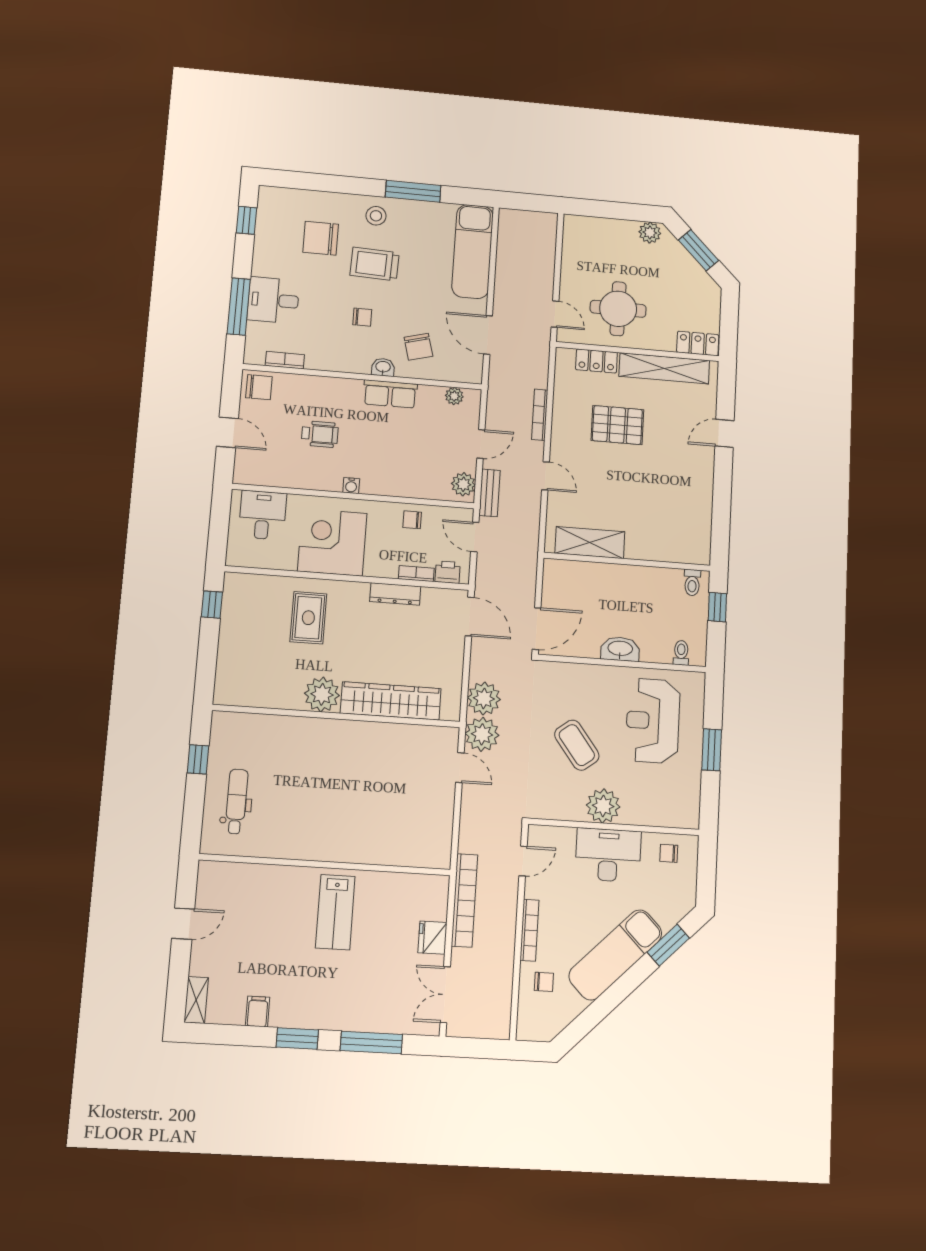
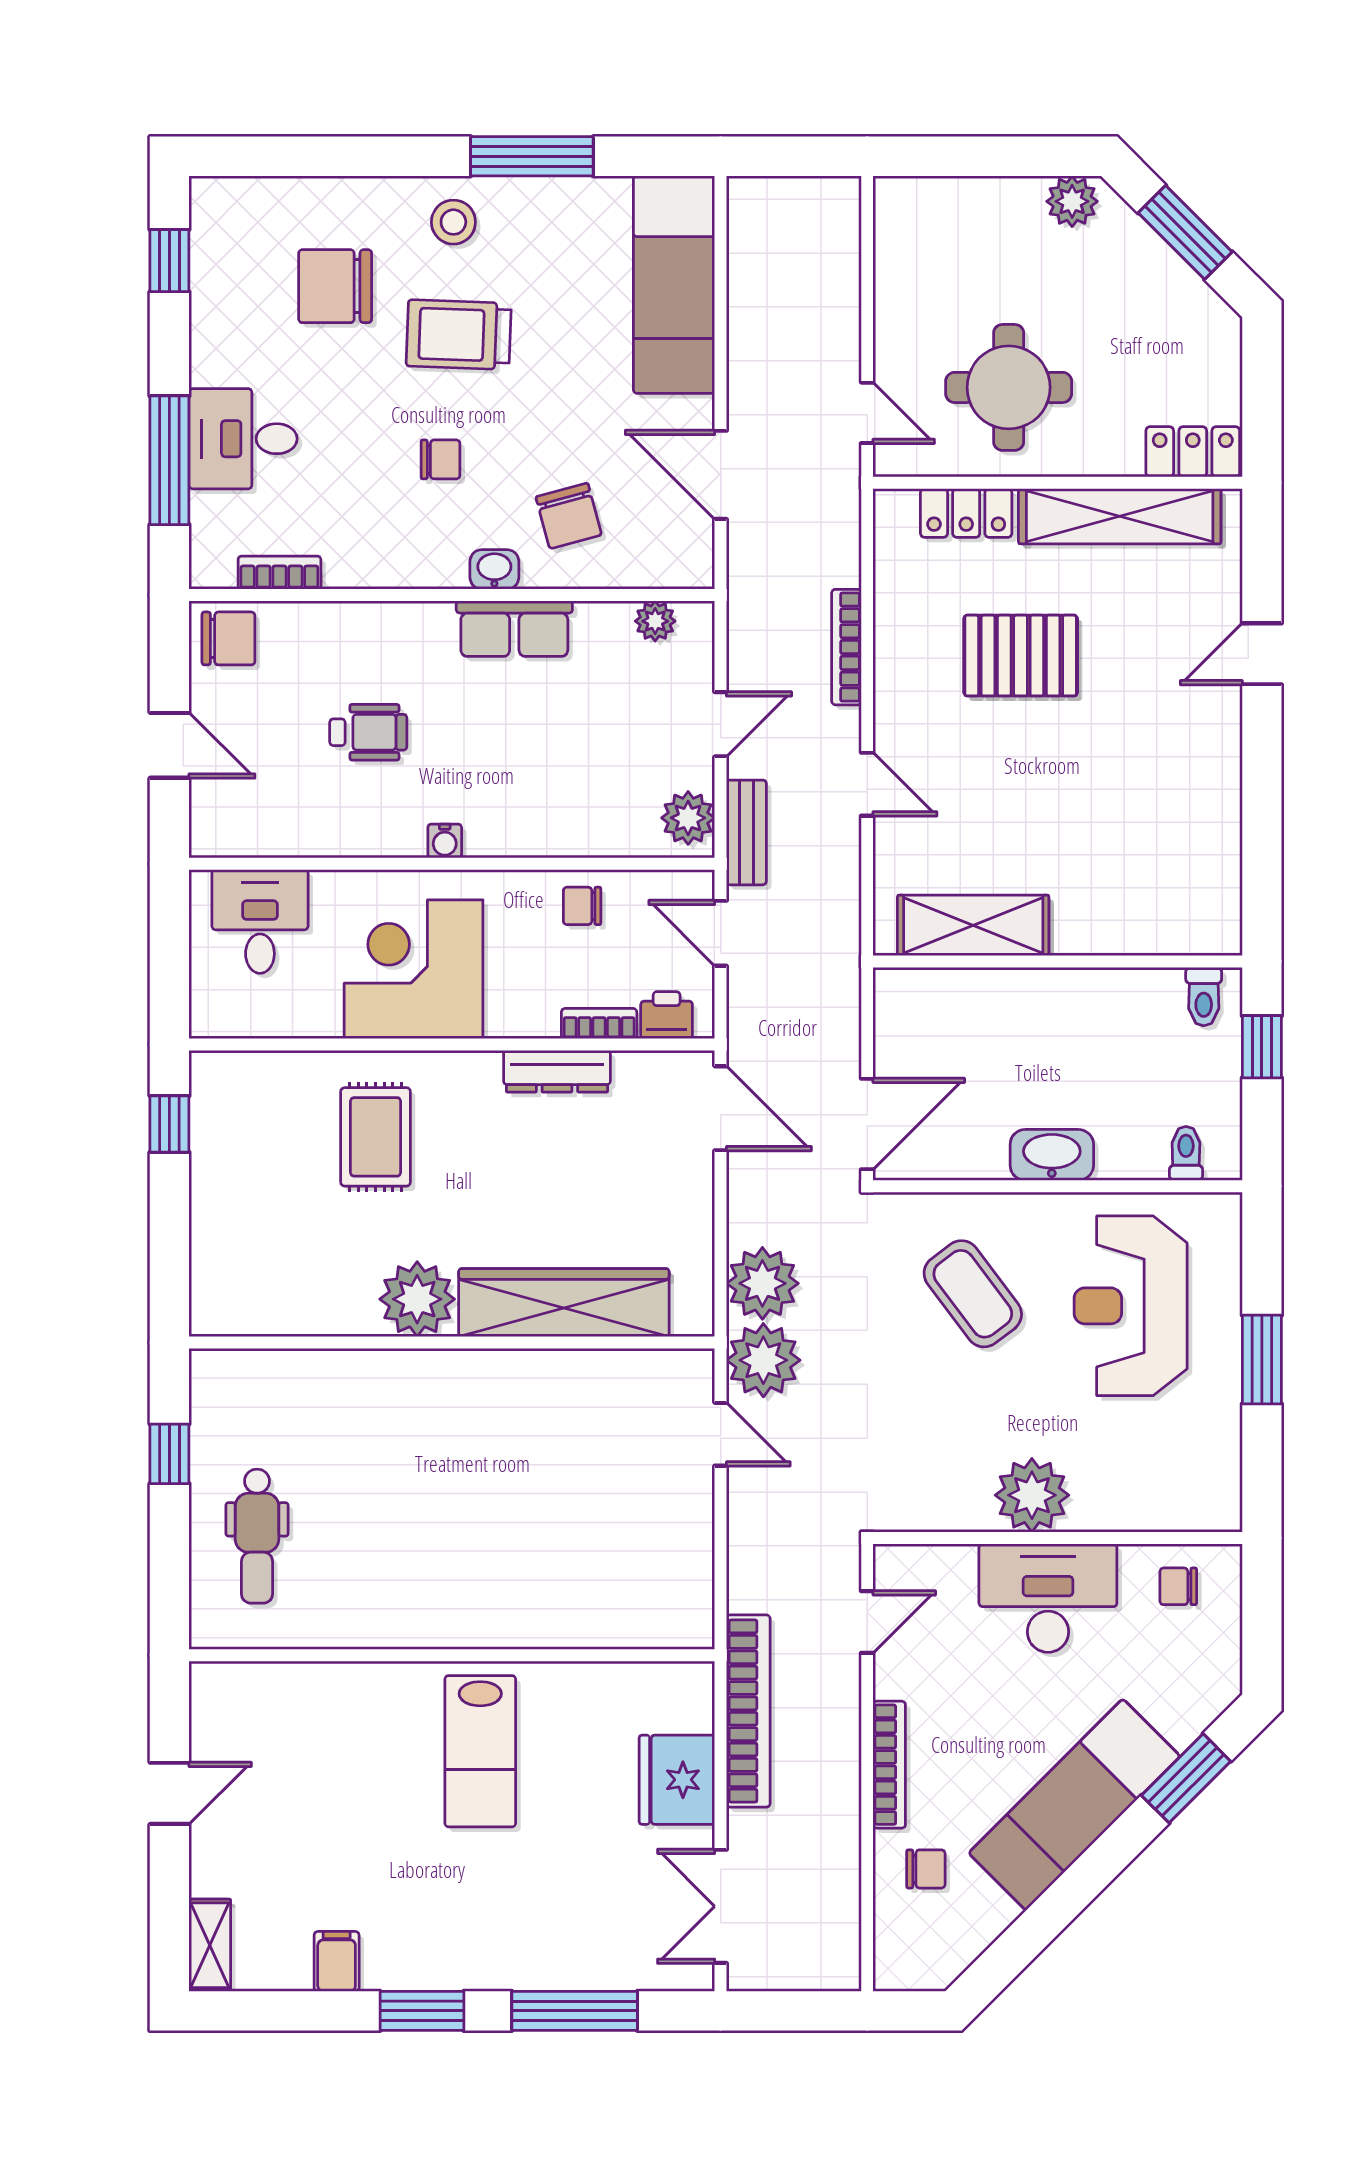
coffee table: (577, 745) -> (973, 1294), moved
dental chair: (237, 801) -> (257, 1536), turned 180
fridge: (433, 938) -> (677, 1780), width x1.36, depth x1.34

